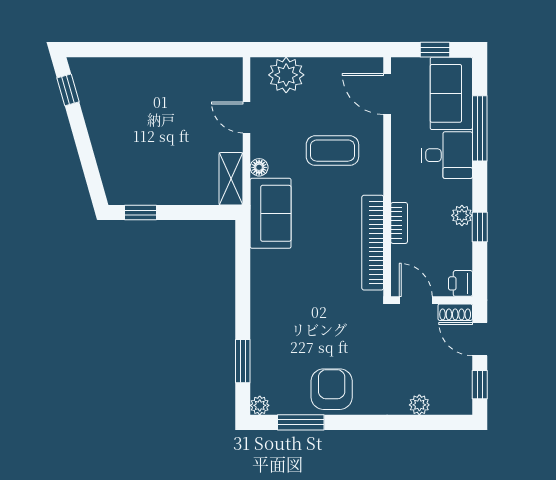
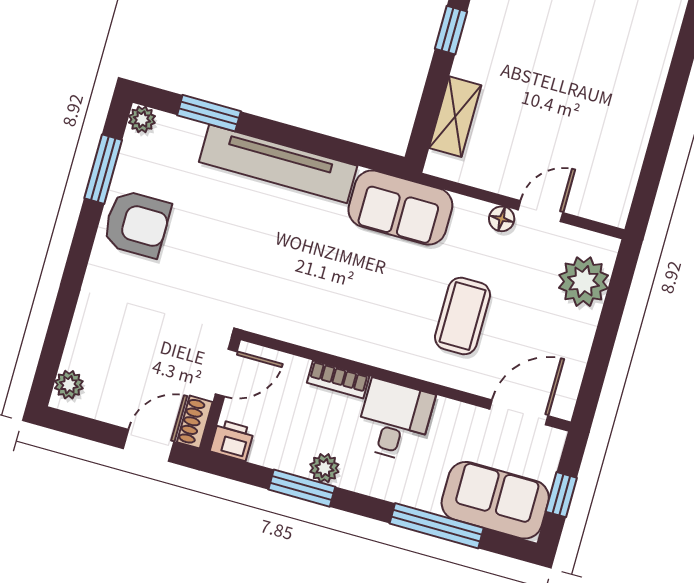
desk: (447, 155) -> (394, 420), moved, turned 180
floor lamp: (259, 167) -> (502, 219), moved
shelving: (231, 179) -> (455, 117), moved, turned 90
window: (480, 227) -> (302, 488), width x1.50
bookcase: (373, 243) -> (321, 336), removed
tv unit: (264, 305) -> (278, 164), added
window: (480, 385) -> (86, 428), removed
plant: (419, 405) -> (69, 385), moved

